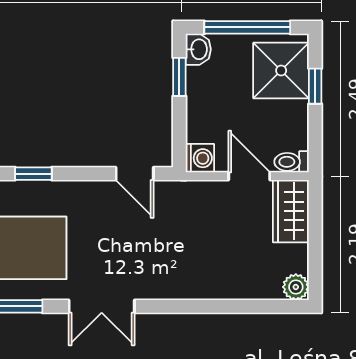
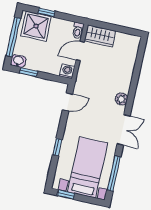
plant: (296, 287) -> (121, 99), moved

